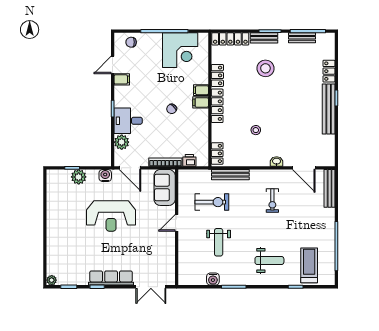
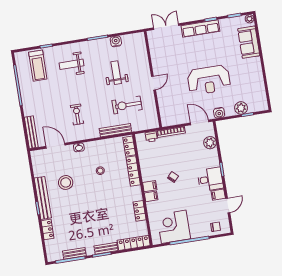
stool: (265, 68) -> (66, 182), moved
locker: (217, 106) -> (133, 171), moved
desk: (128, 121) -> (210, 179), moved
sofa: (165, 187) -> (249, 42), moved, turned 180
reception desk: (111, 216) -> (209, 80), turned 180

